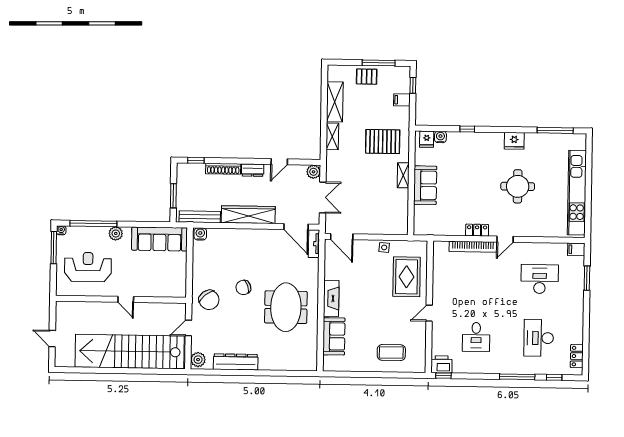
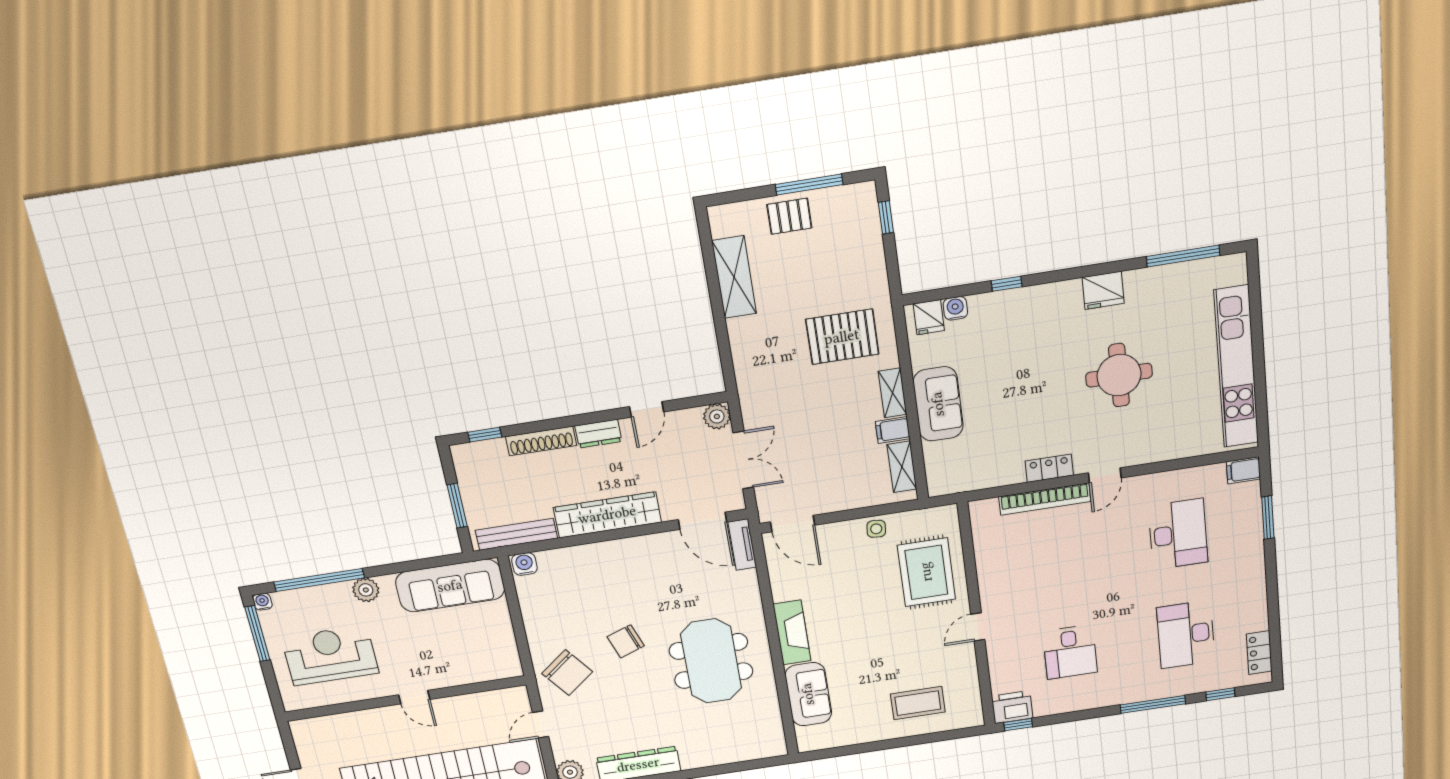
filing cabinet: (402, 100) -> (893, 430), moved
shelving: (332, 136) -> (902, 467), moved
desk: (540, 279) -> (1178, 534), turned 90

